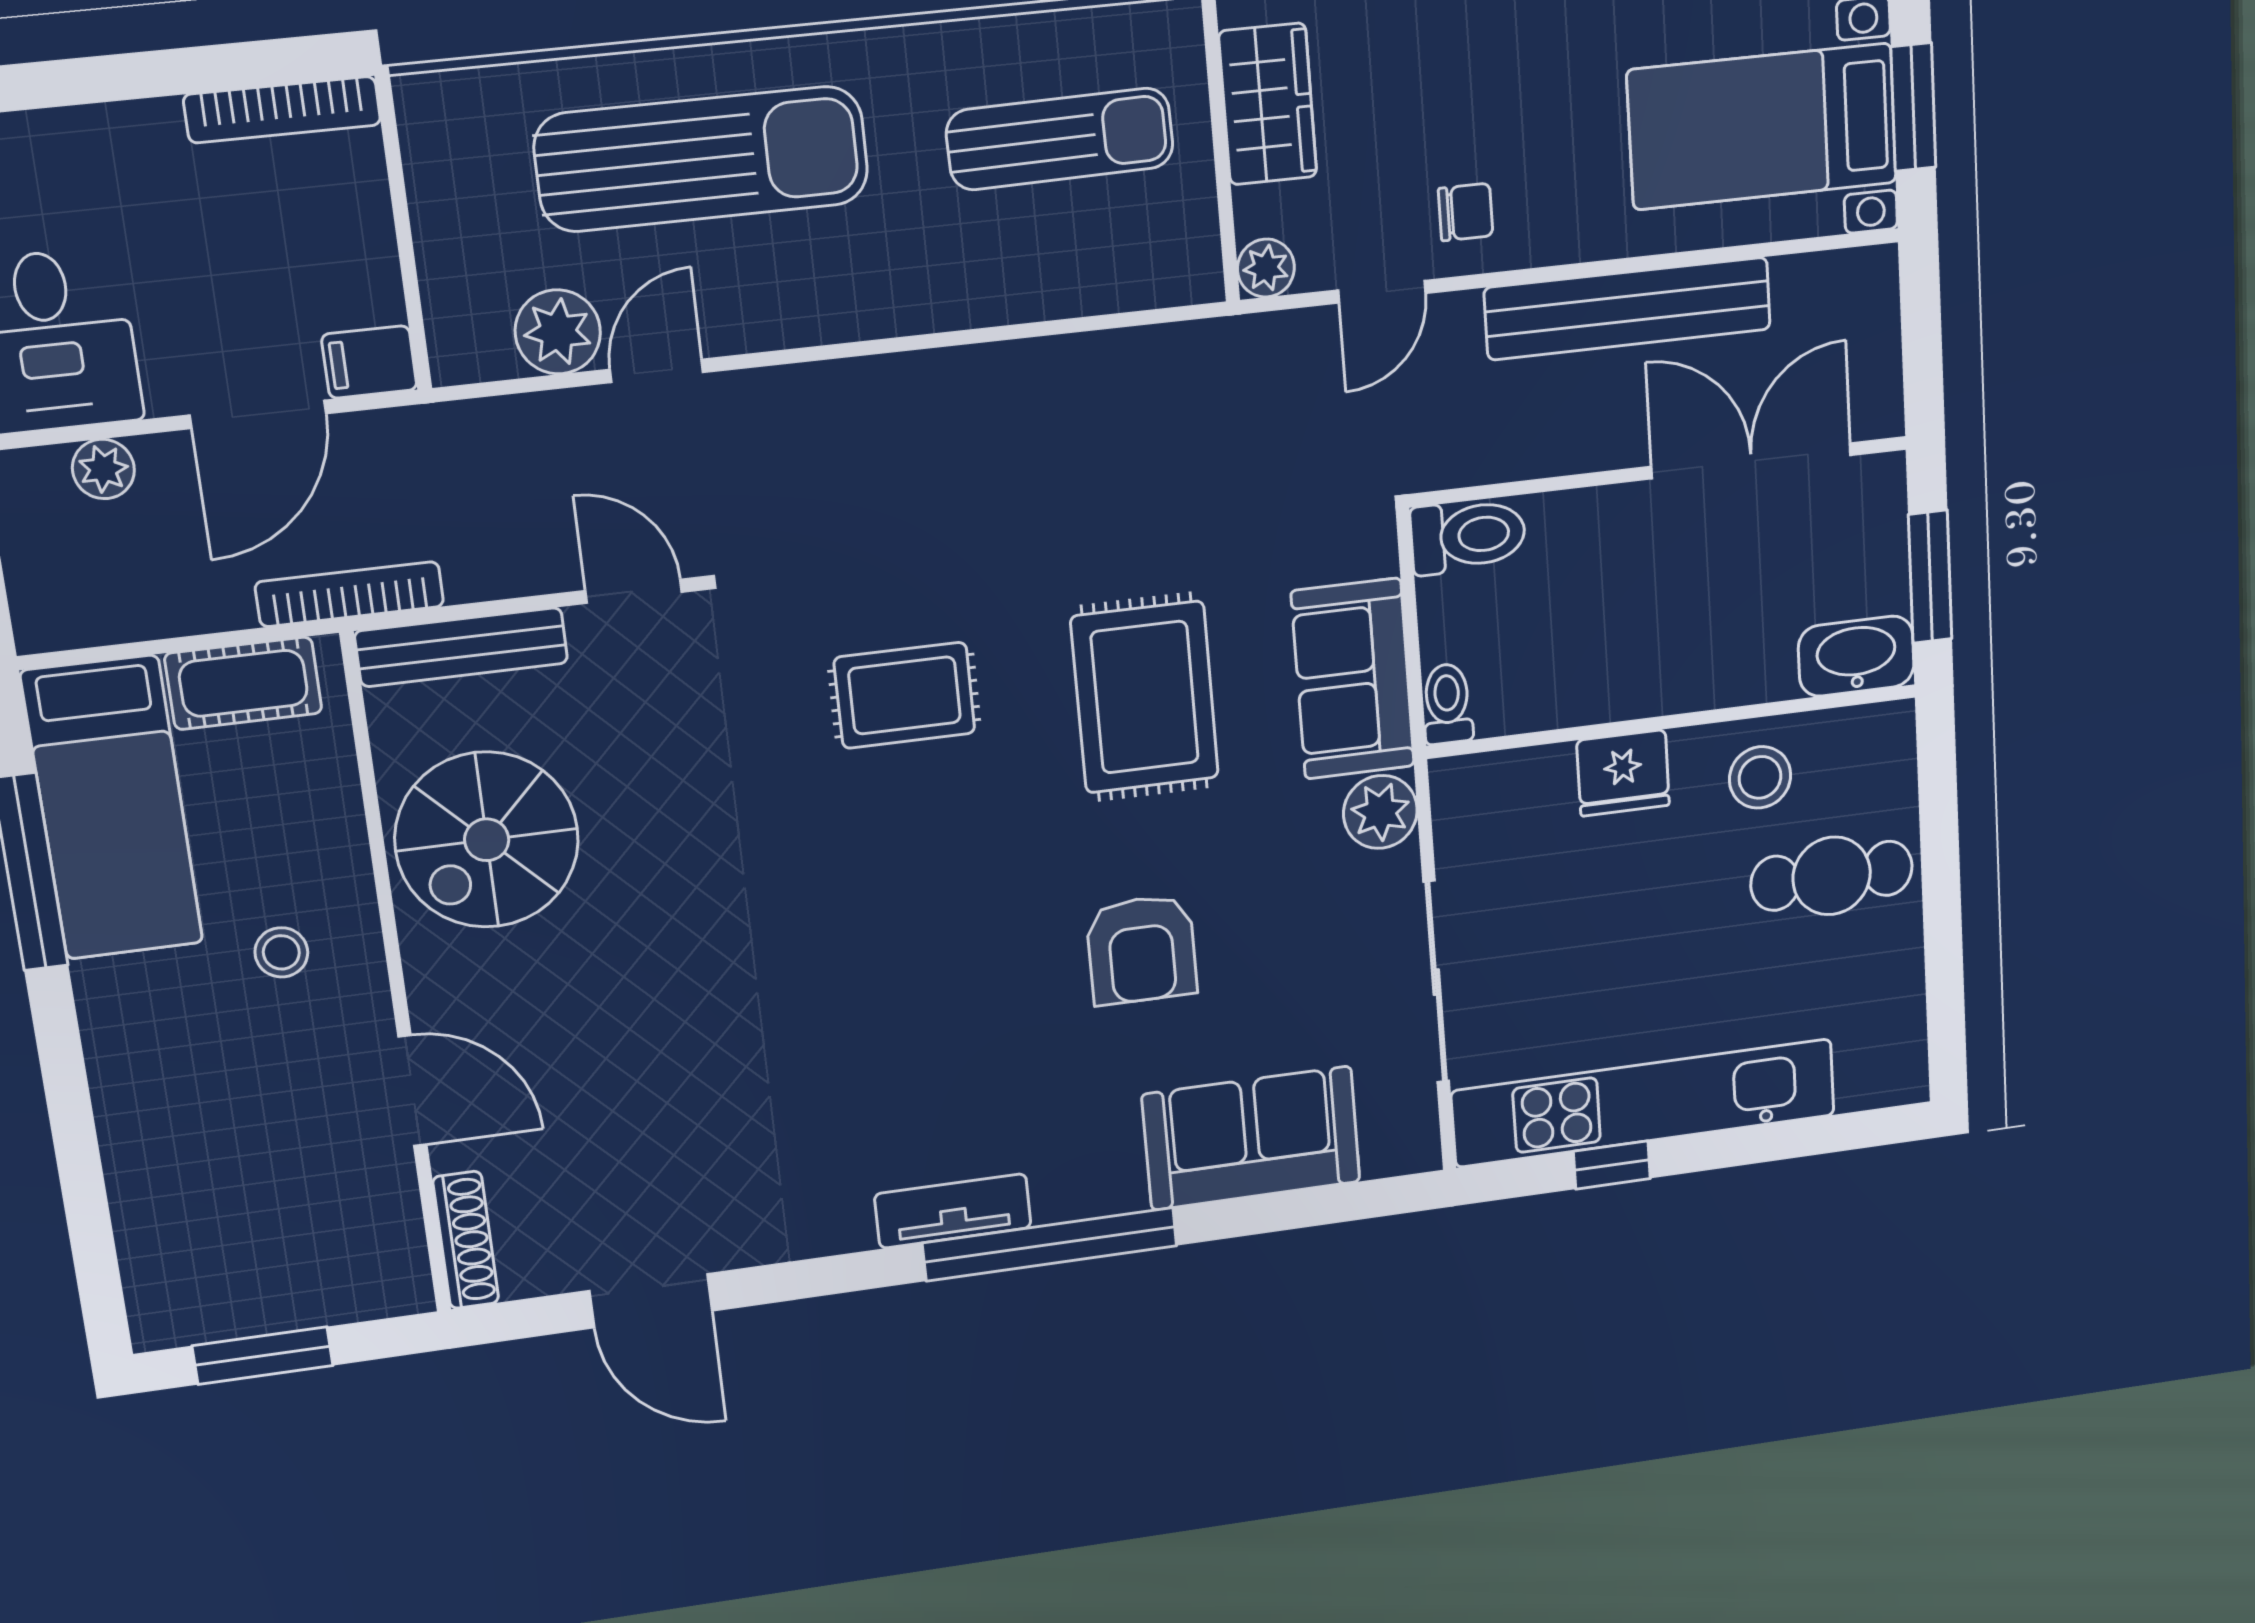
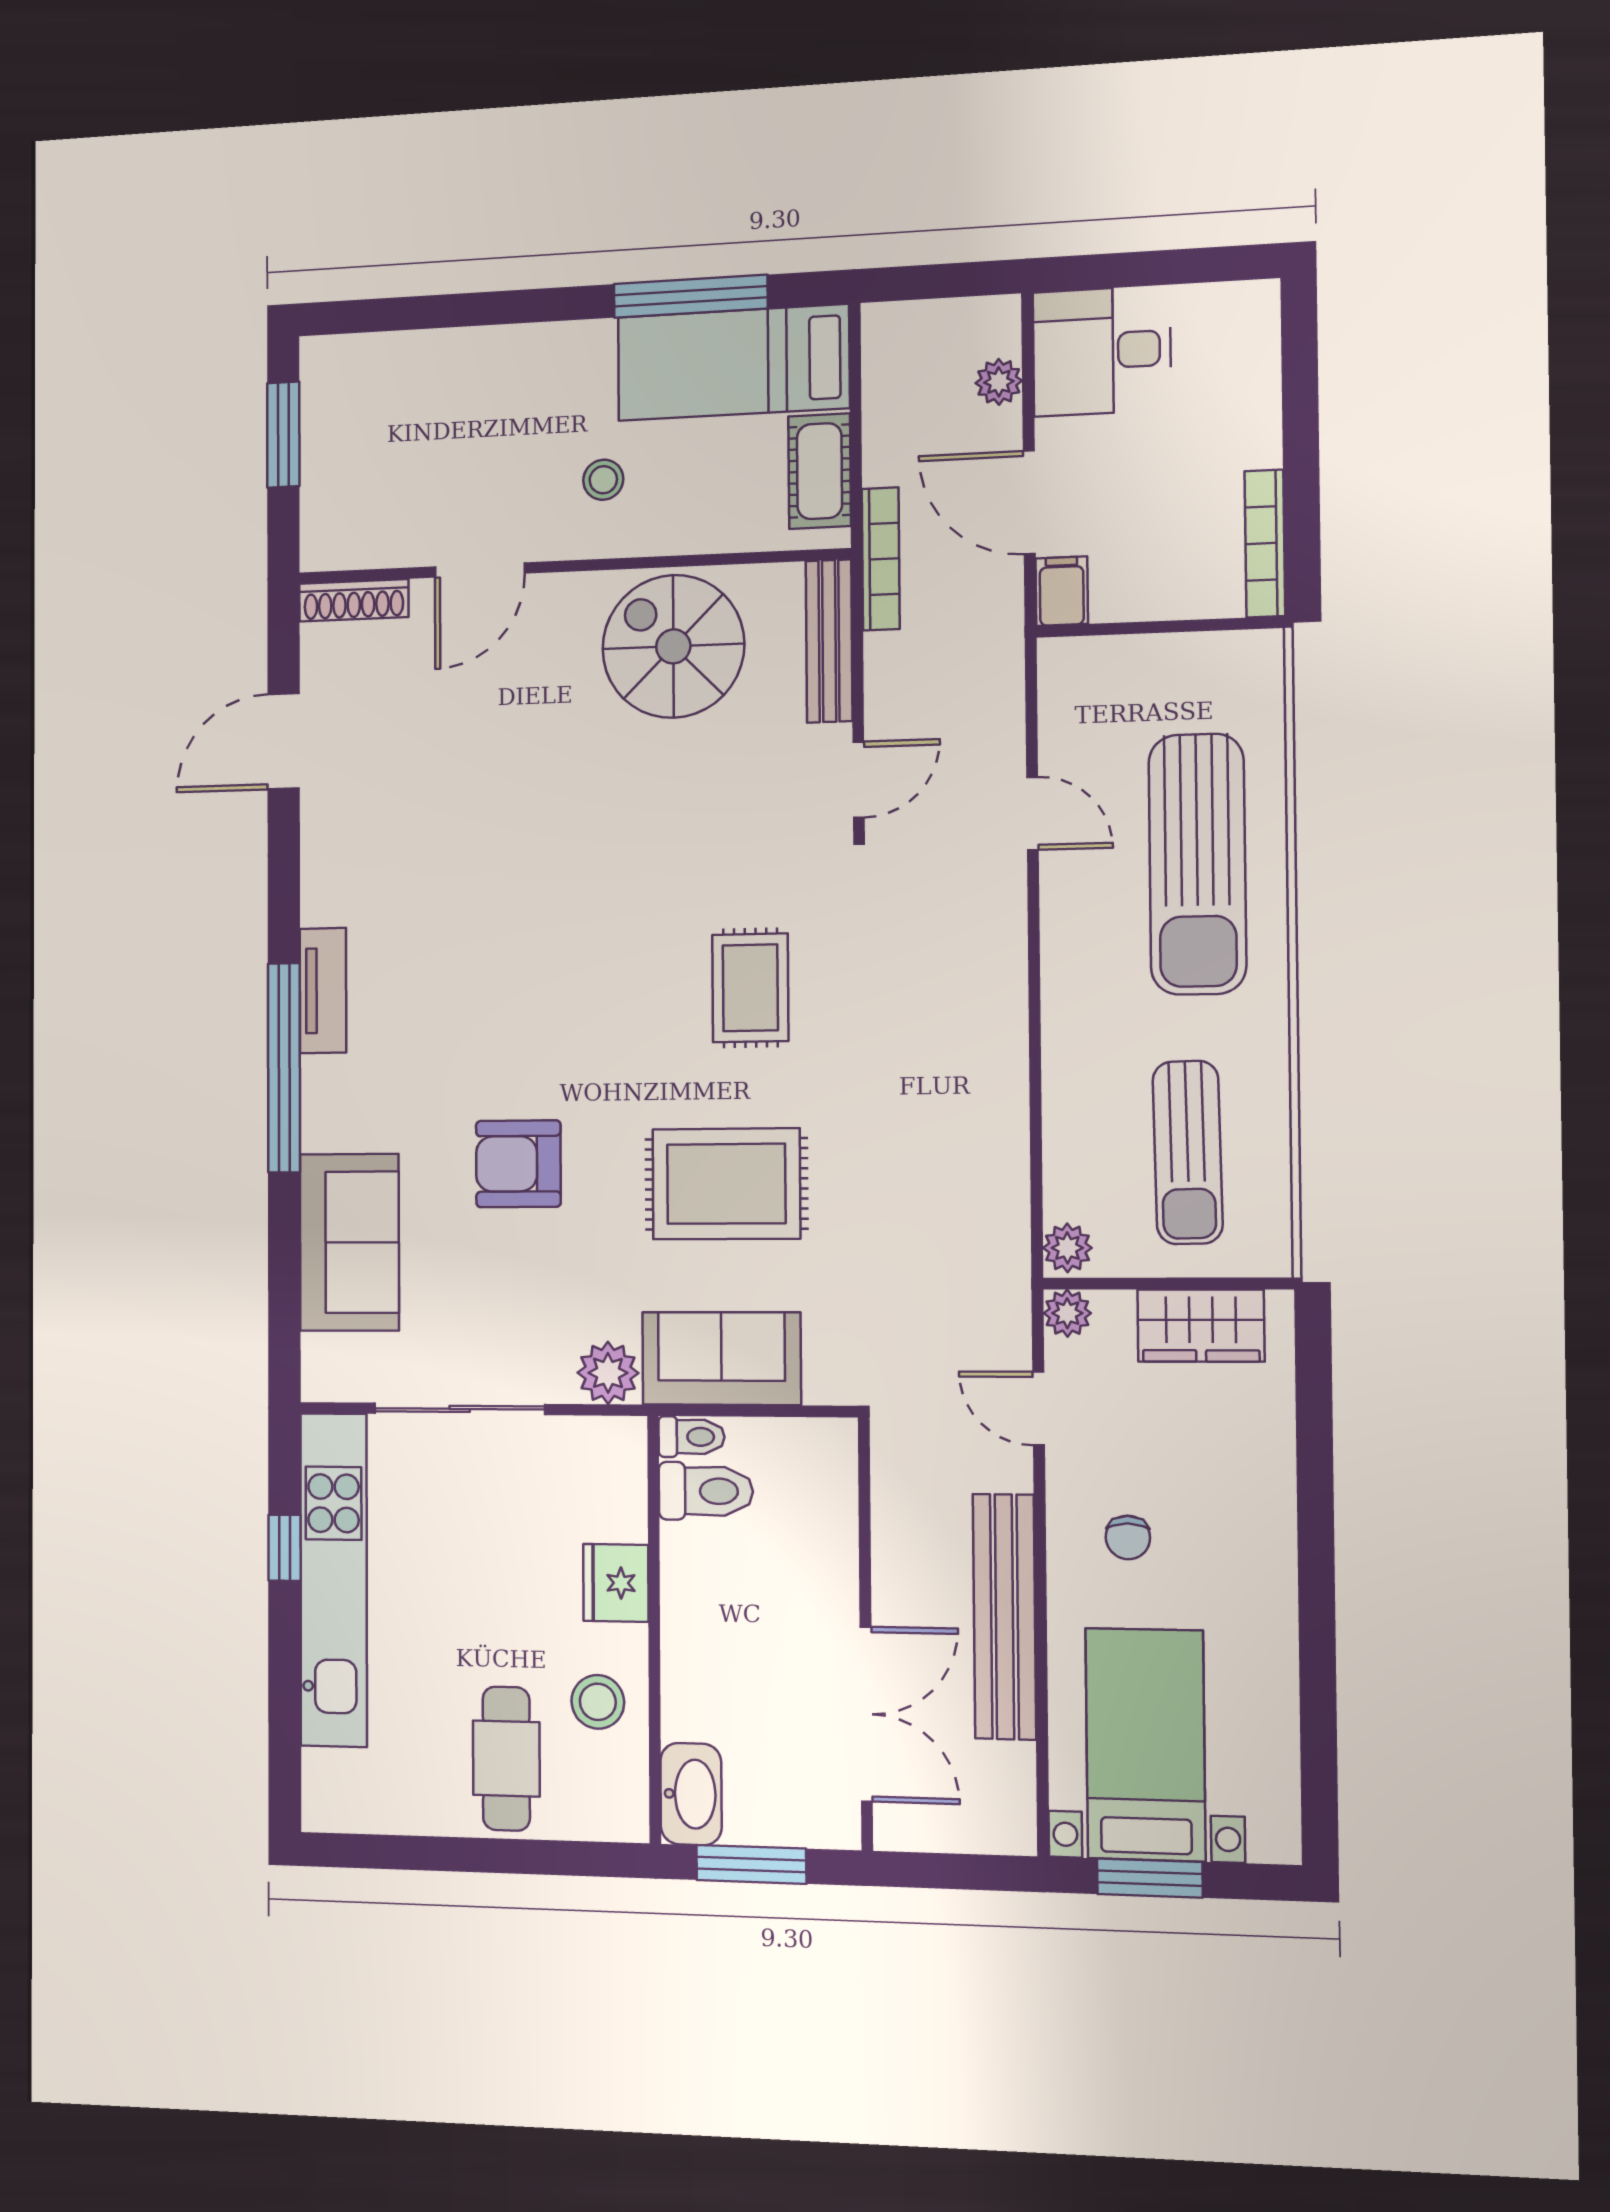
chair: (1466, 212) -> (1128, 1537), moved
plant: (558, 332) -> (1067, 1248), moved, width x0.73, depth x0.73
toilet: (1468, 536) -> (706, 1491), moved, turned -90

